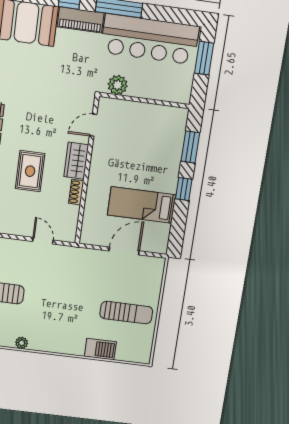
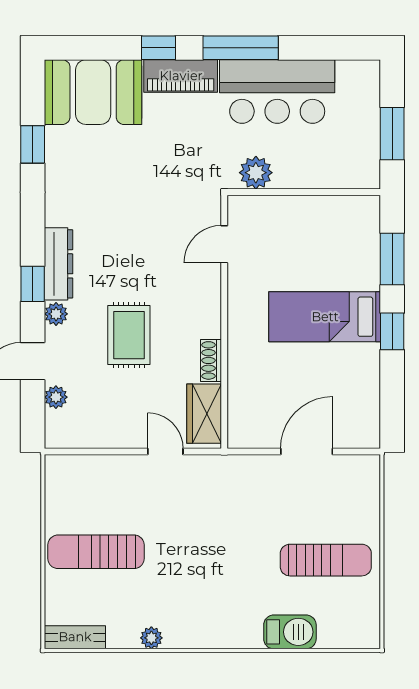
bar counter: (150, 39) -> (277, 92), width x0.73
window: (204, 58) -> (392, 134), moved
wardrobe: (76, 161) -> (204, 414), moved
bed: (142, 205) -> (325, 317), moved

